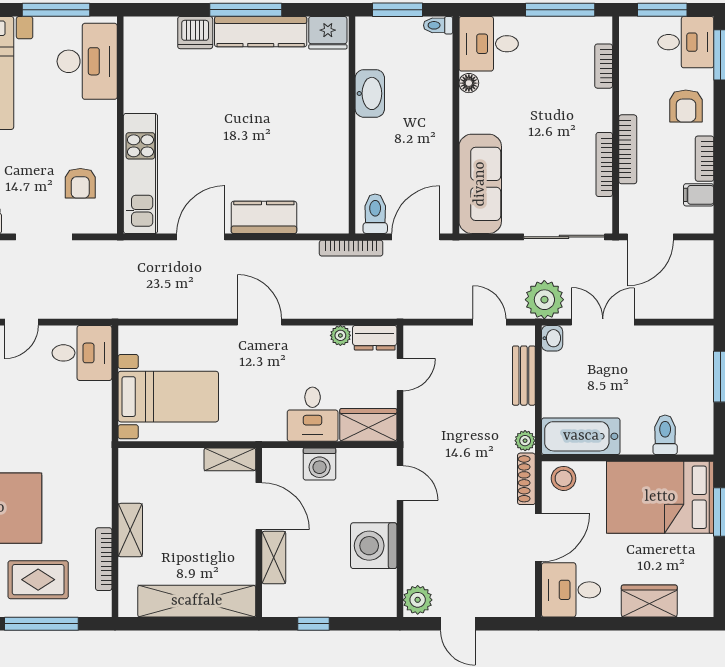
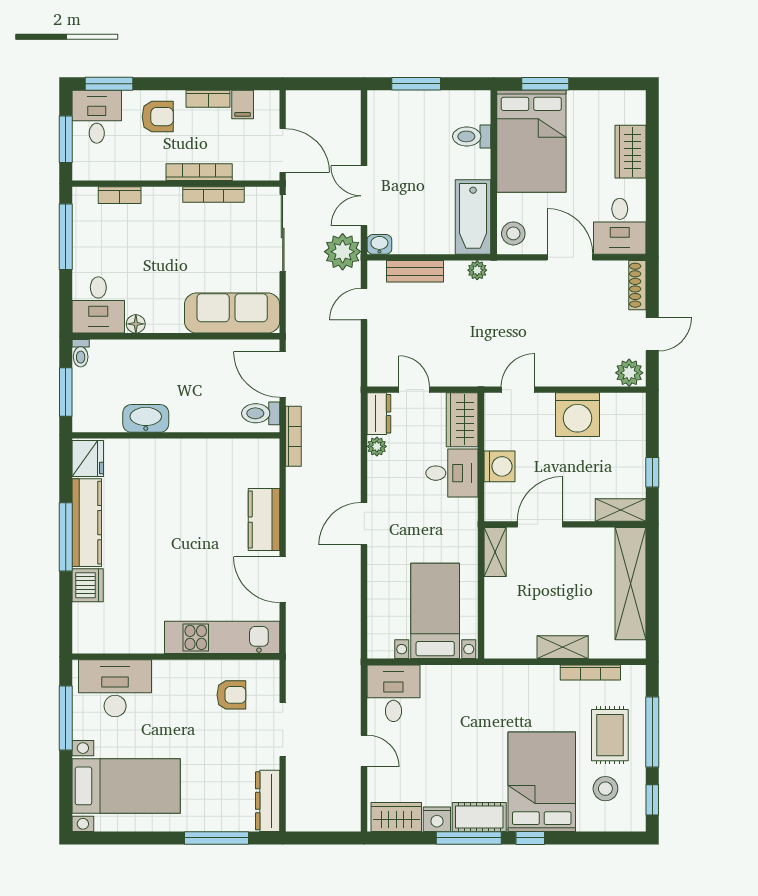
shoe rack: (526, 479) -> (637, 285), moved, turned 90
shelving: (274, 558) -> (621, 510), moved

